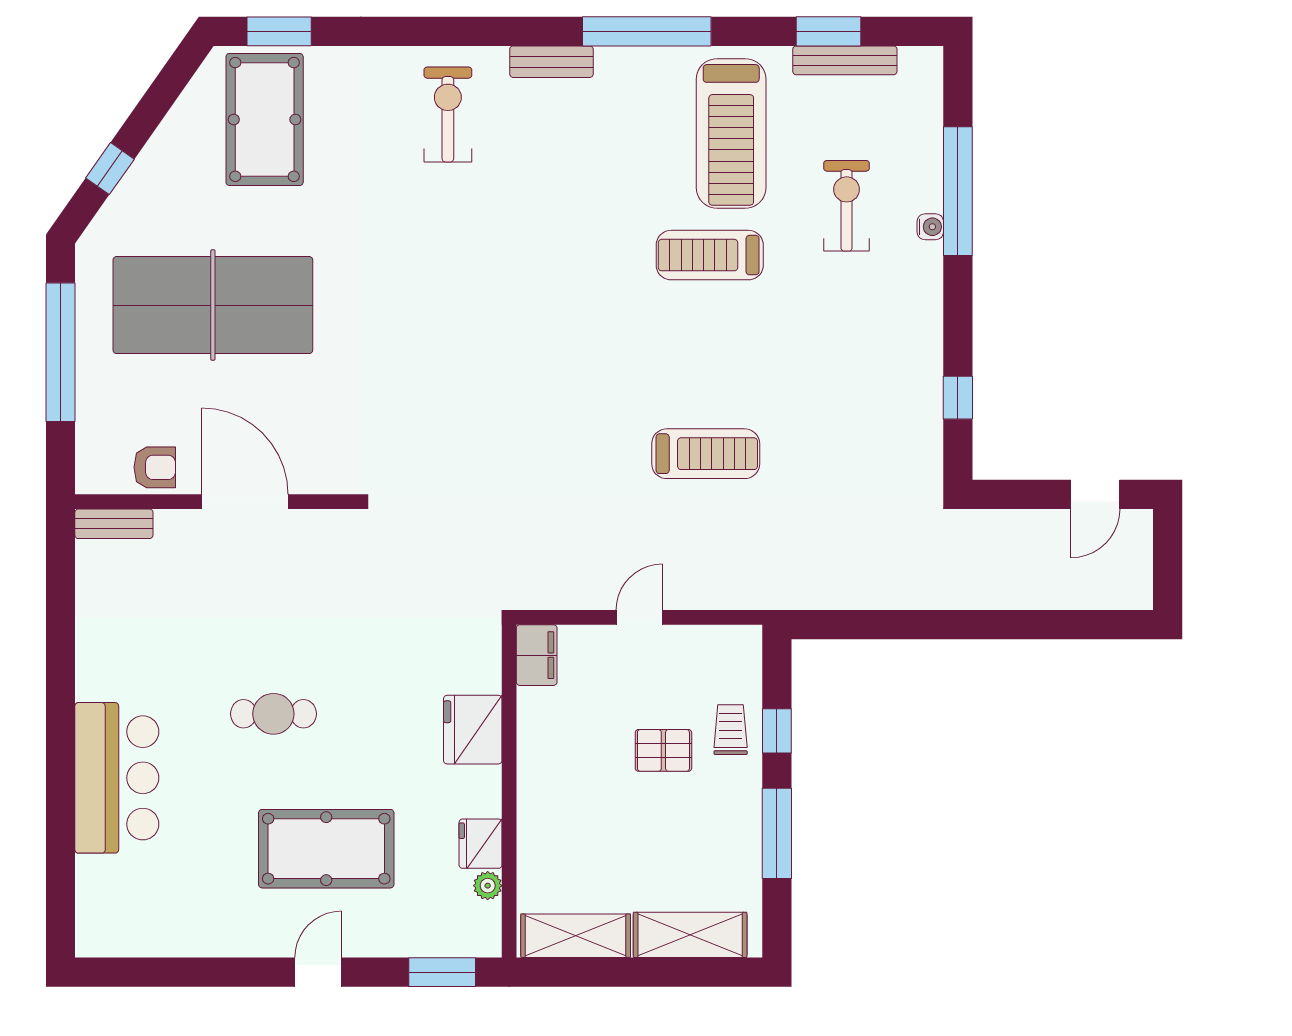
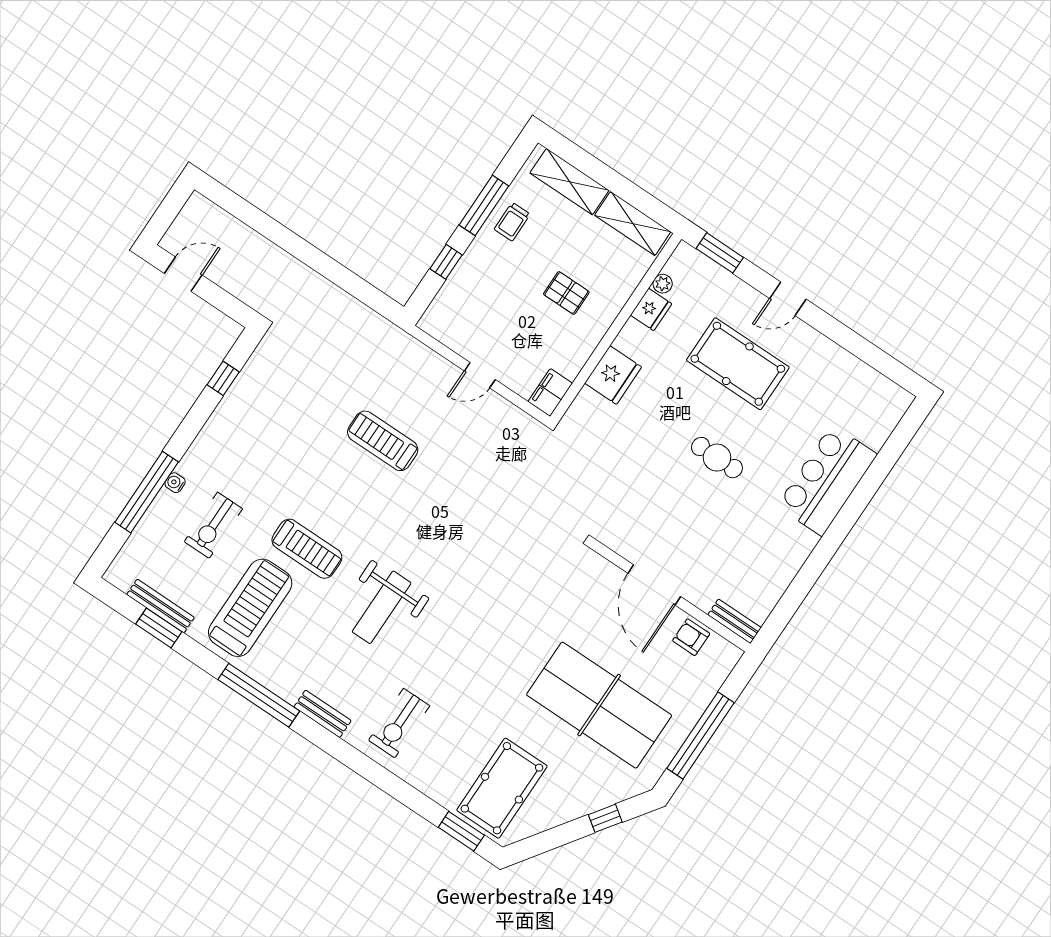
weight bench: (567, 245) -> (382, 607), added
trolley: (731, 730) -> (512, 222), moved
pallet: (663, 750) -> (566, 293), moved

